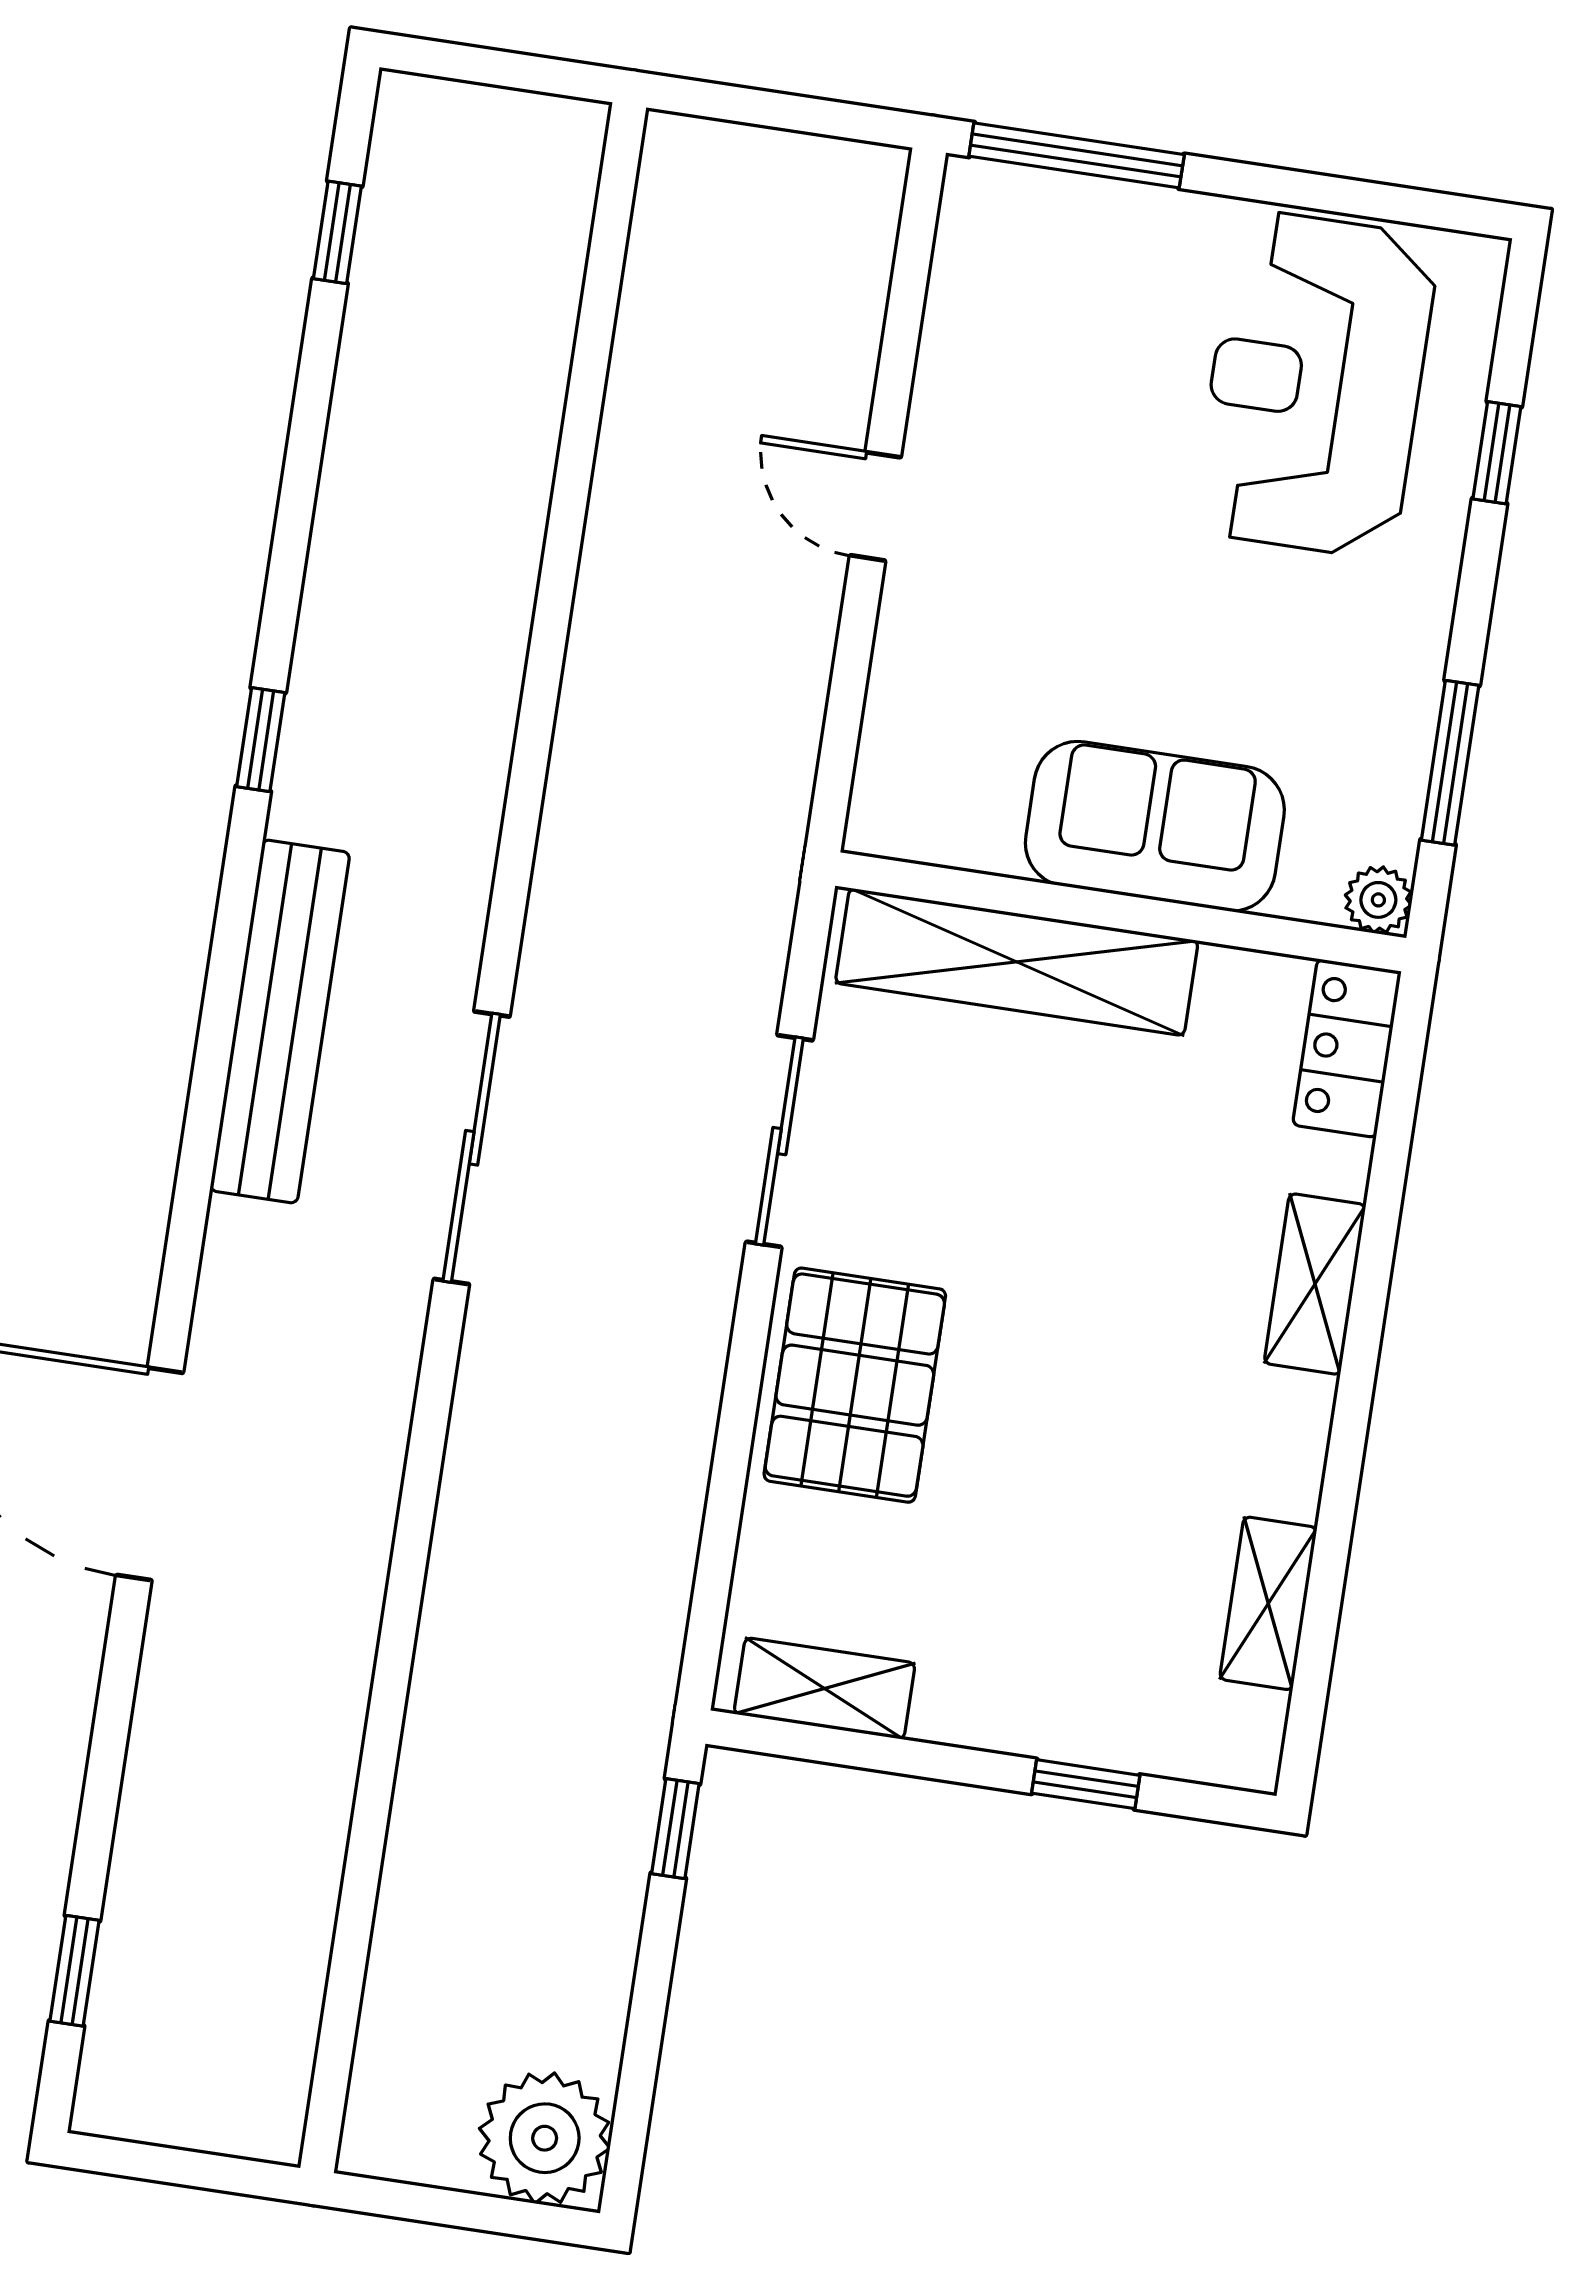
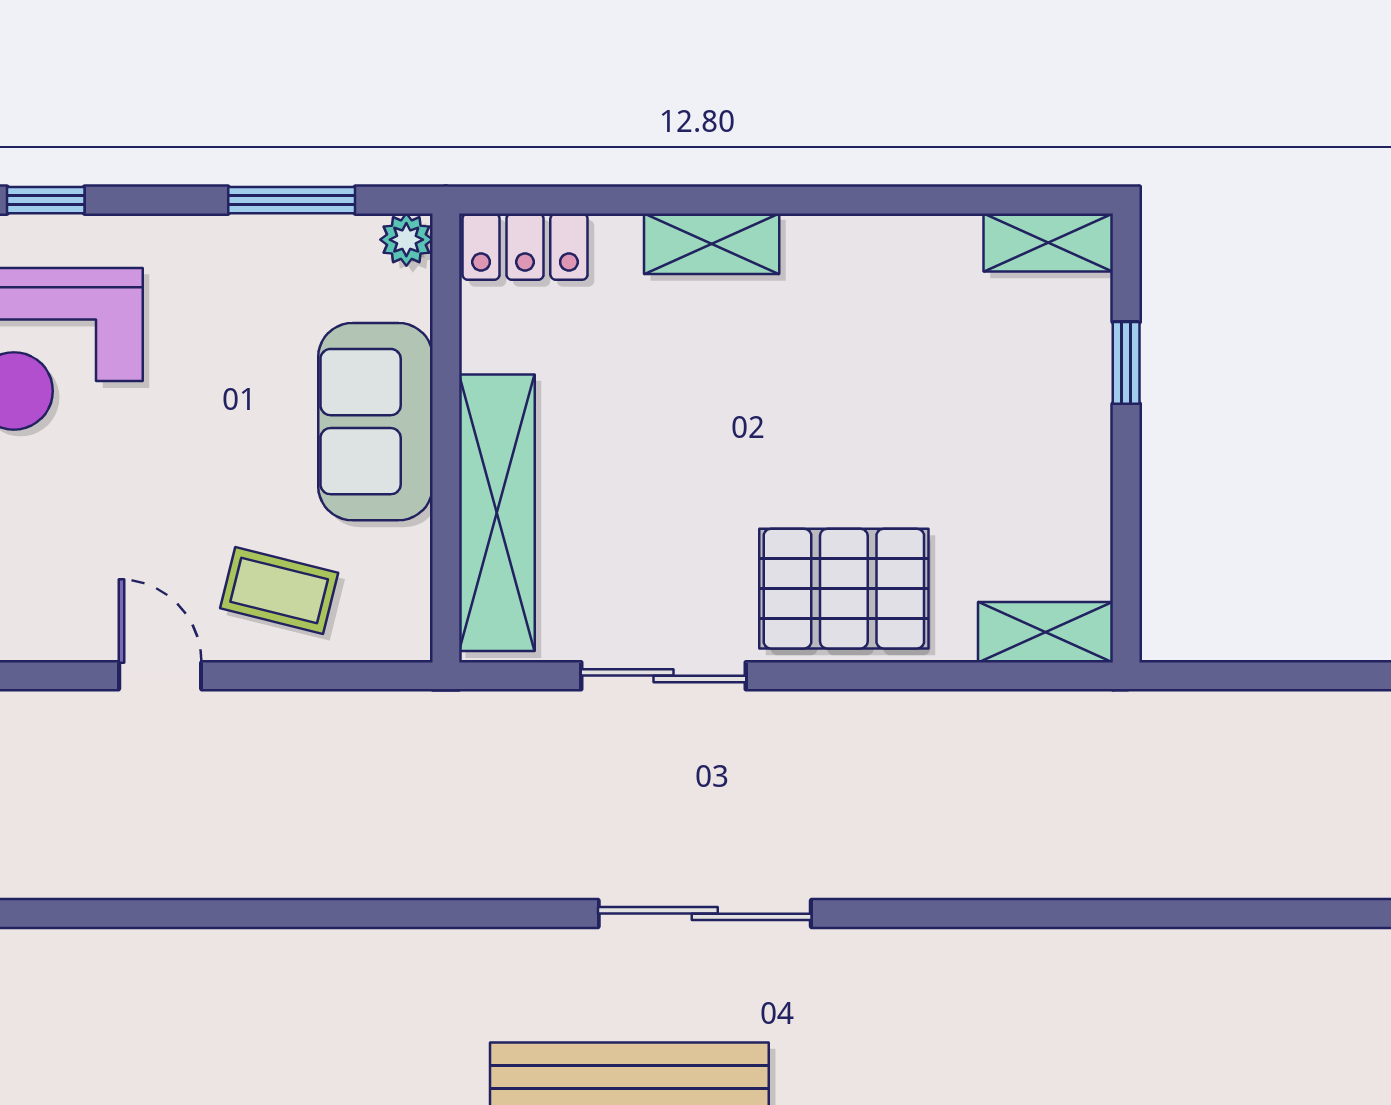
door: (875, 506) -> (160, 676), swing flipped
coffee table: (960, 673) -> (279, 591), added
shelving: (1268, 1603) -> (1048, 242), moved
shelving: (825, 1688) -> (1045, 632), moved, turned 90
window: (675, 1829) -> (1209, 676), removed

